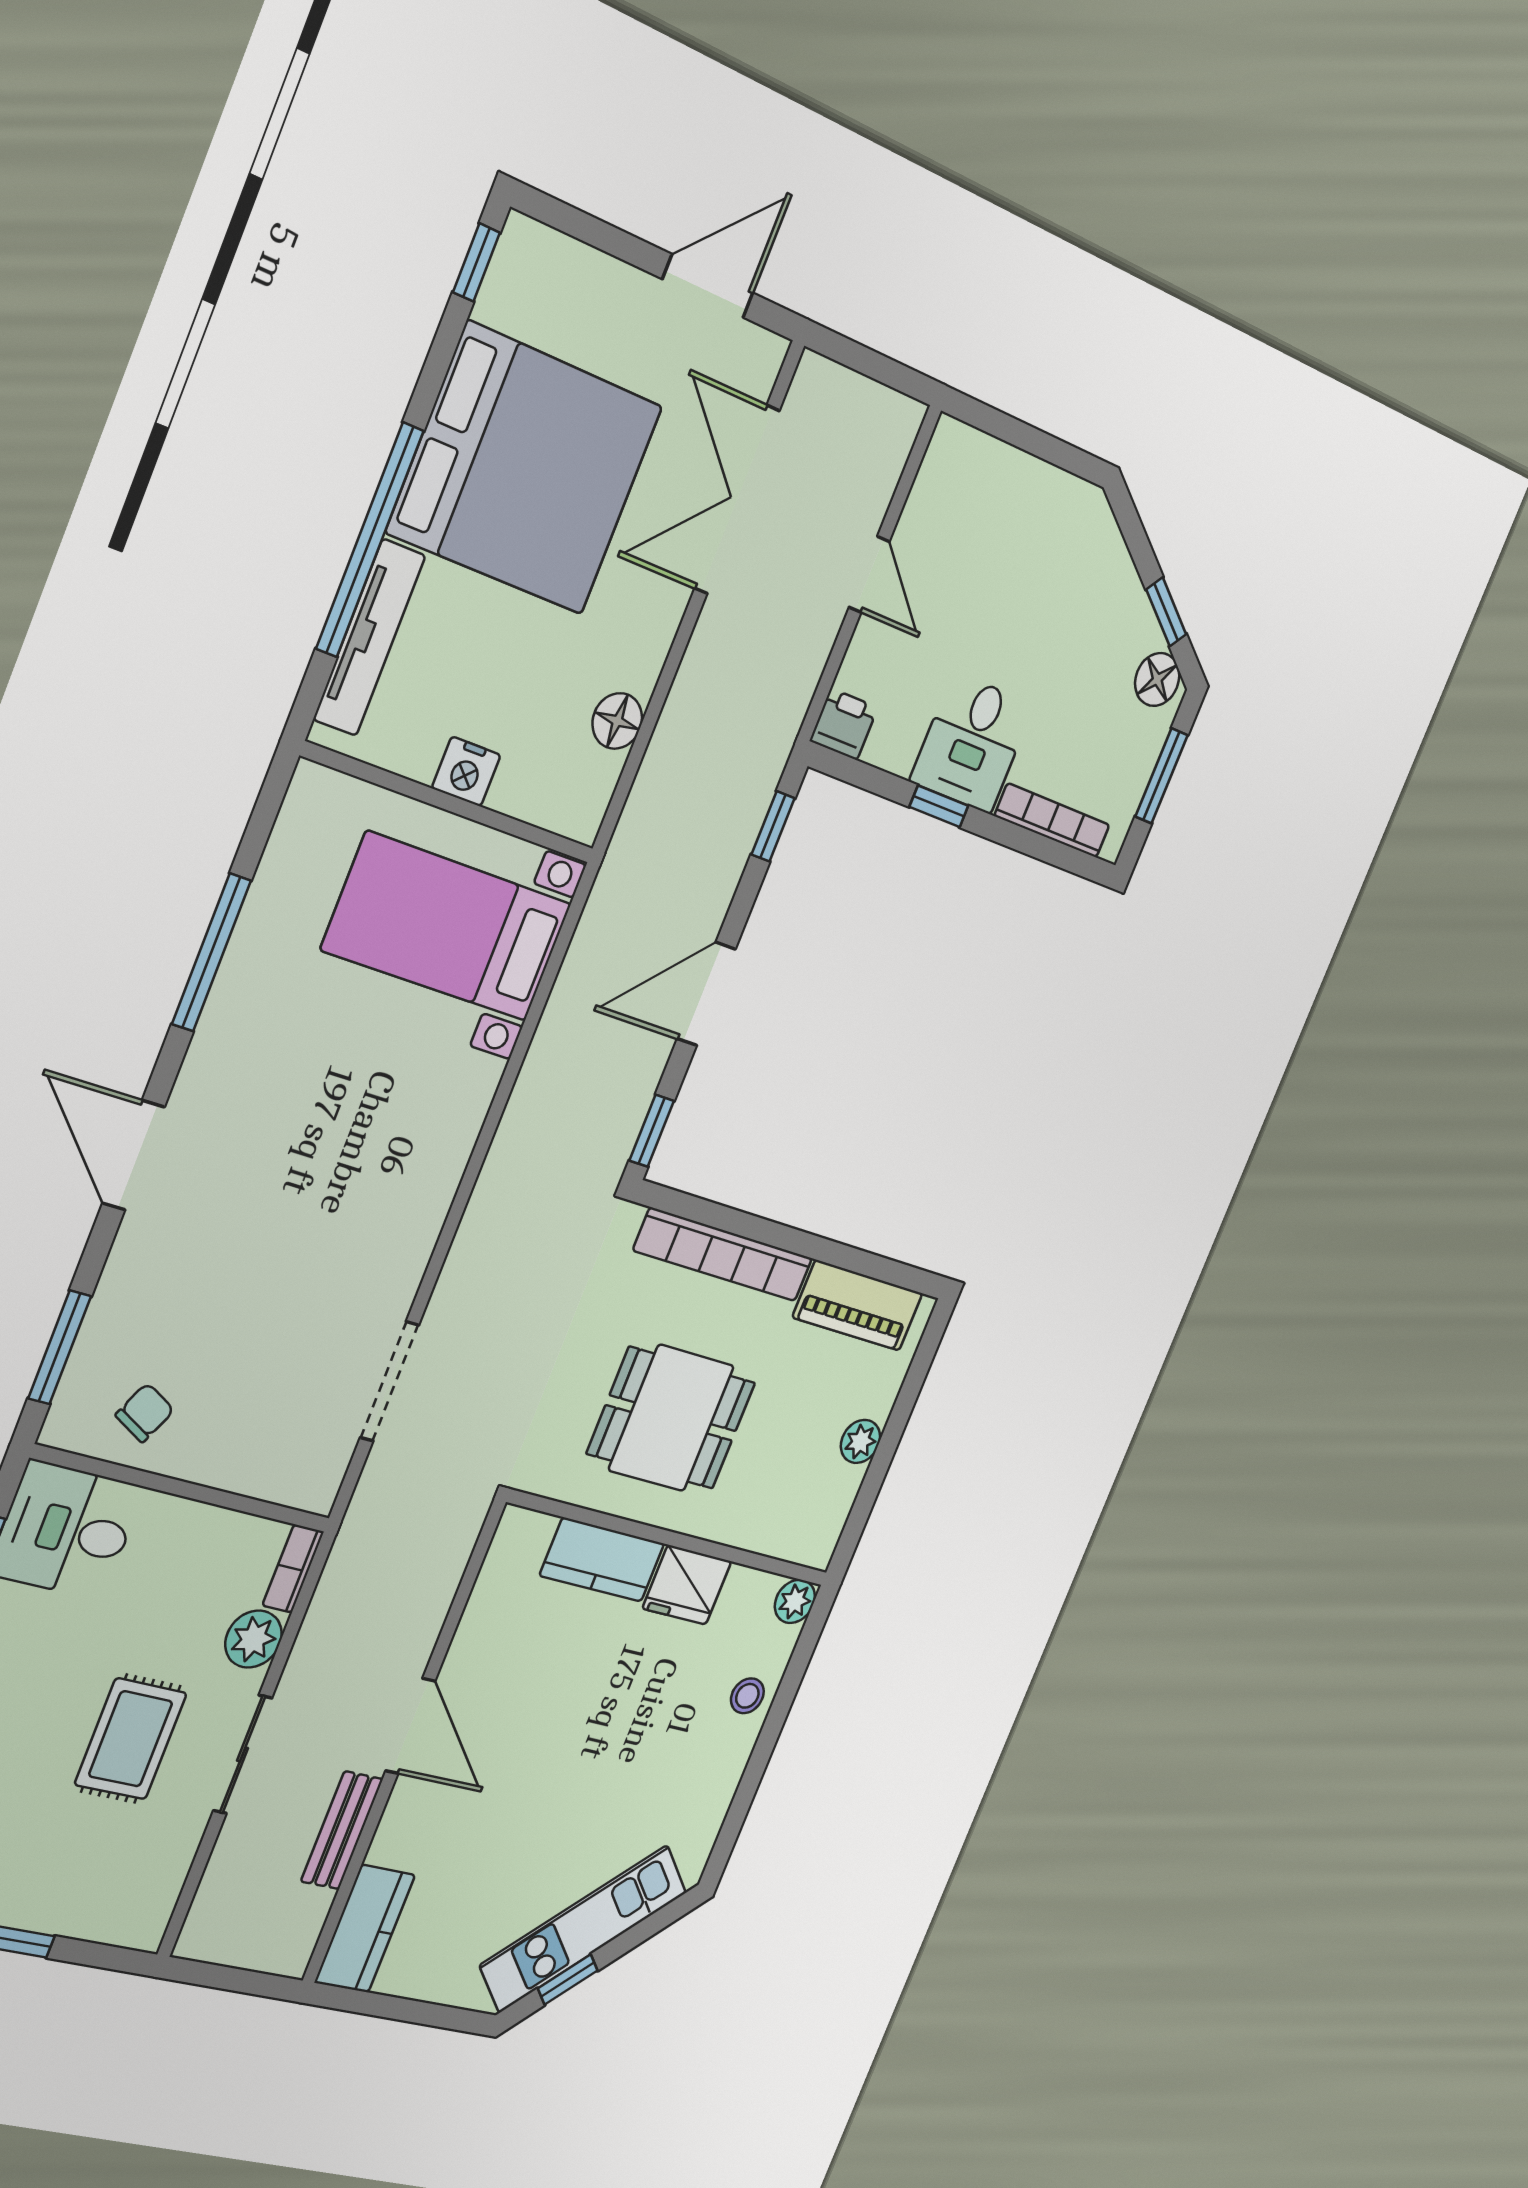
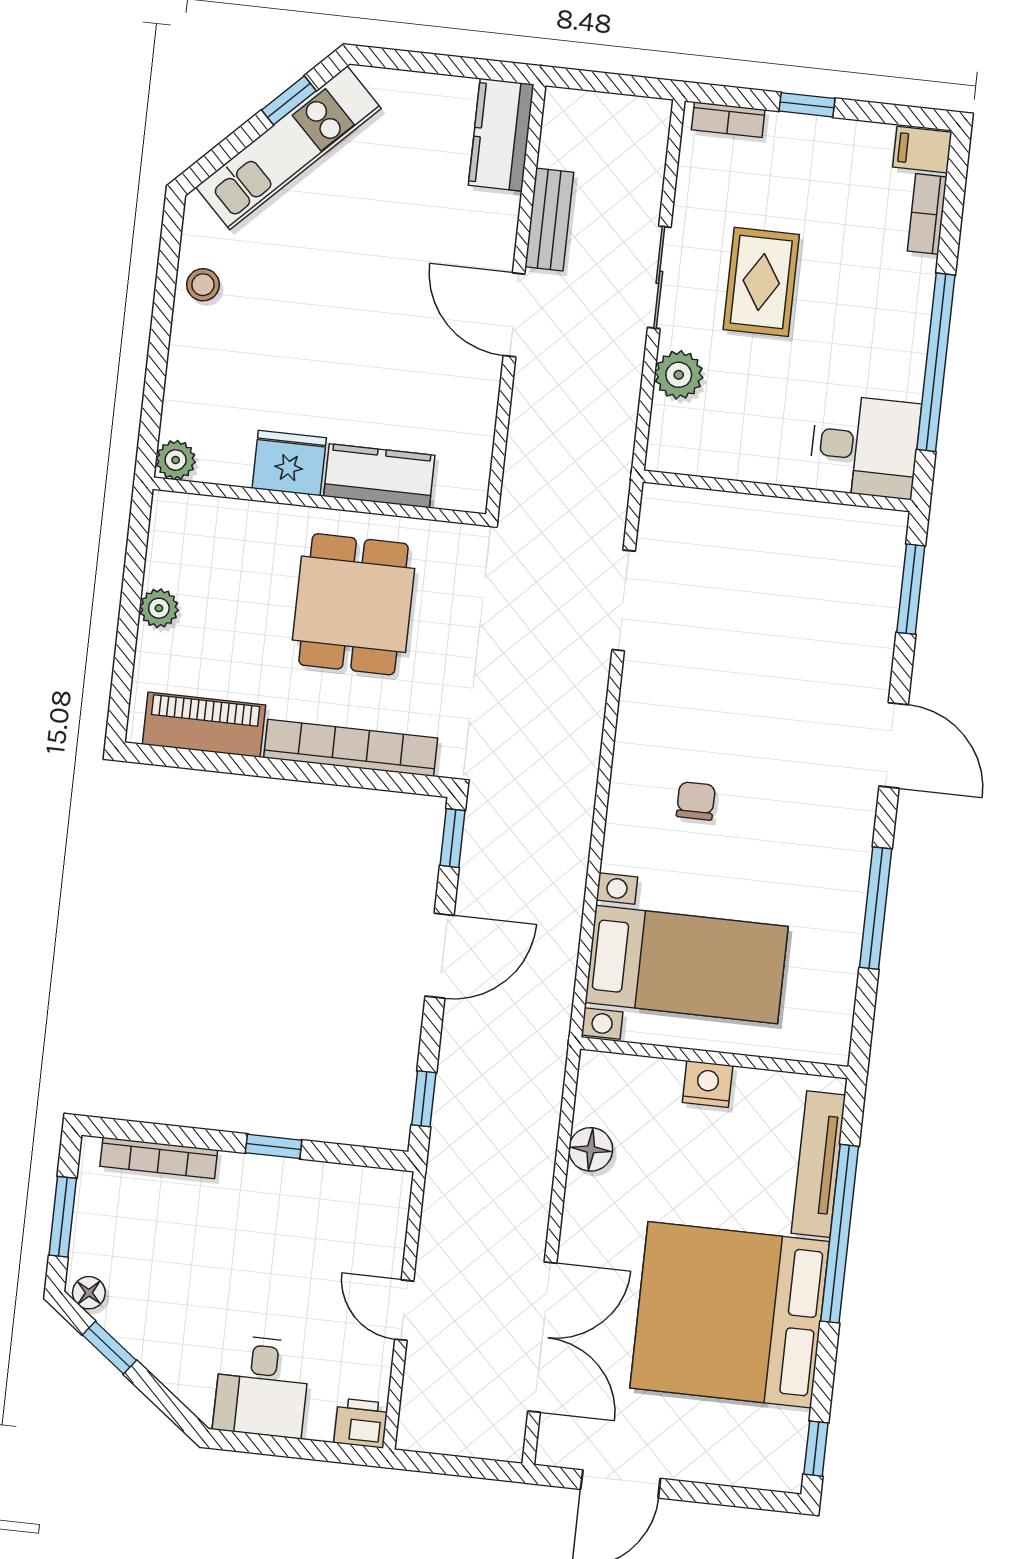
floor lamp: (1157, 679) -> (89, 1293), width x0.73, depth x0.73
printer: (844, 724) -> (361, 1423), moved, turned 180
desk: (972, 743) -> (262, 1386), moved, turned 180
chair: (145, 1413) -> (696, 801), moved, turned 153
dining table: (671, 1418) -> (354, 604), turned 90
bookcase: (293, 1569) -> (728, 120), moved, turned 90
stool: (747, 1696) -> (203, 285), moved

